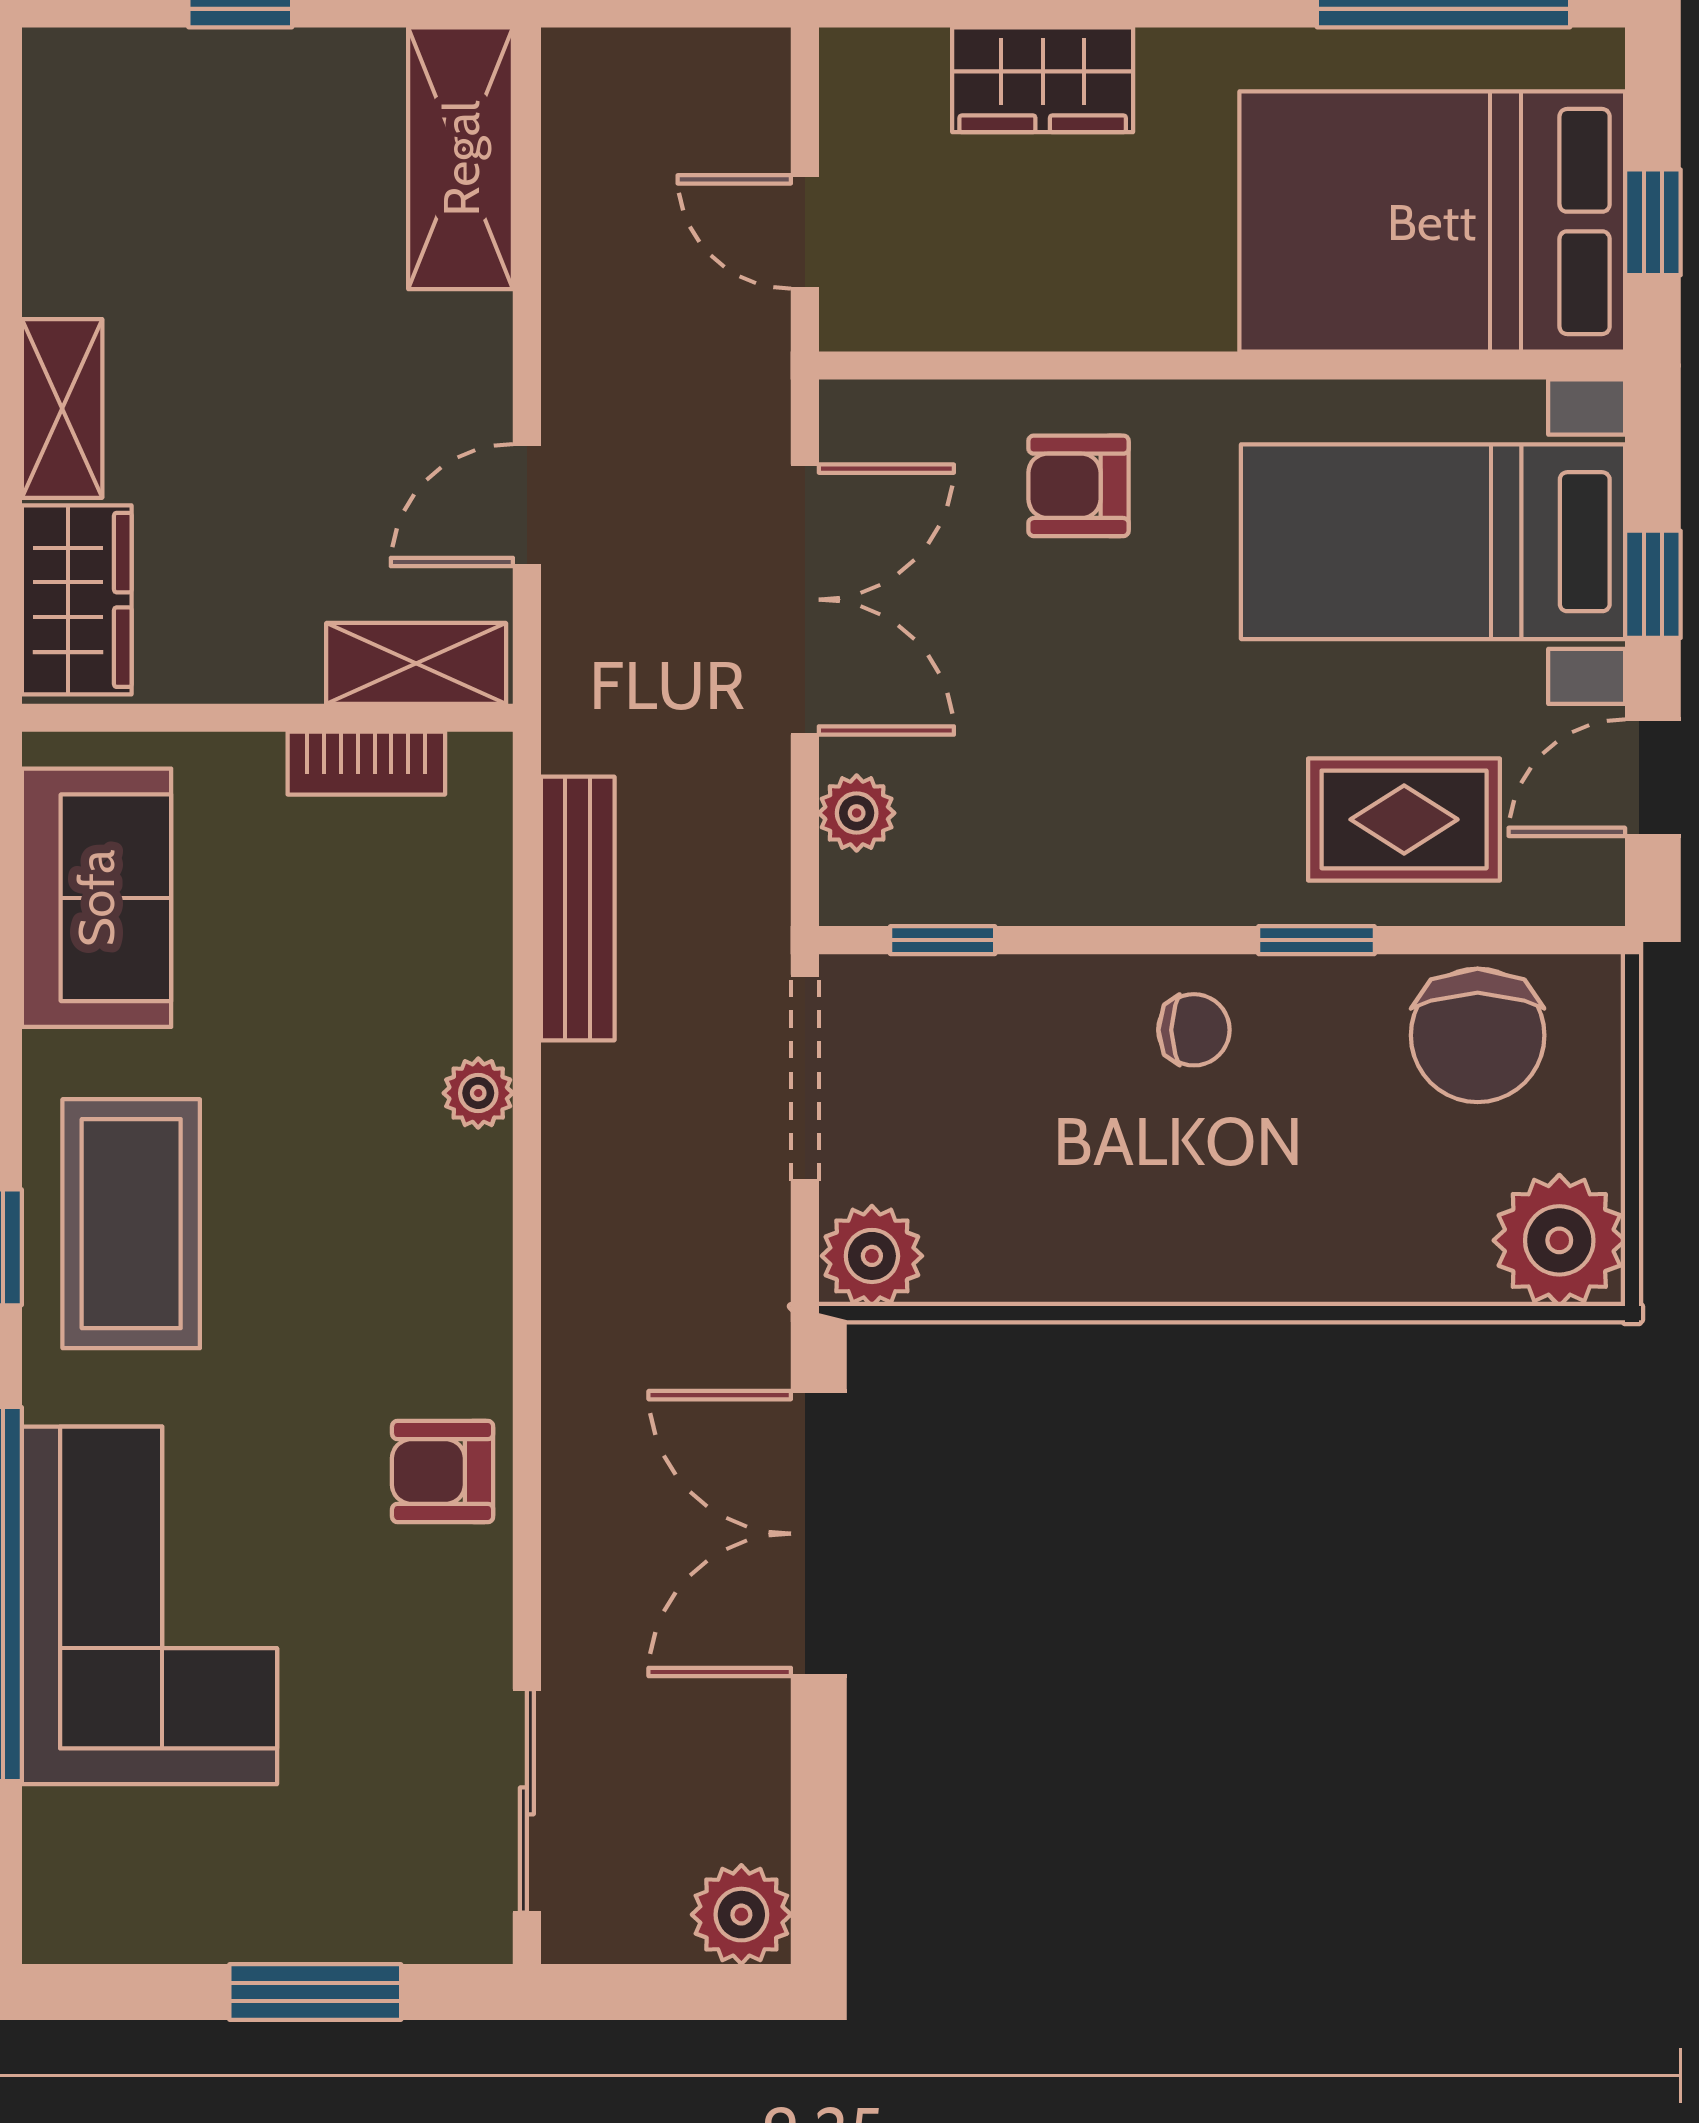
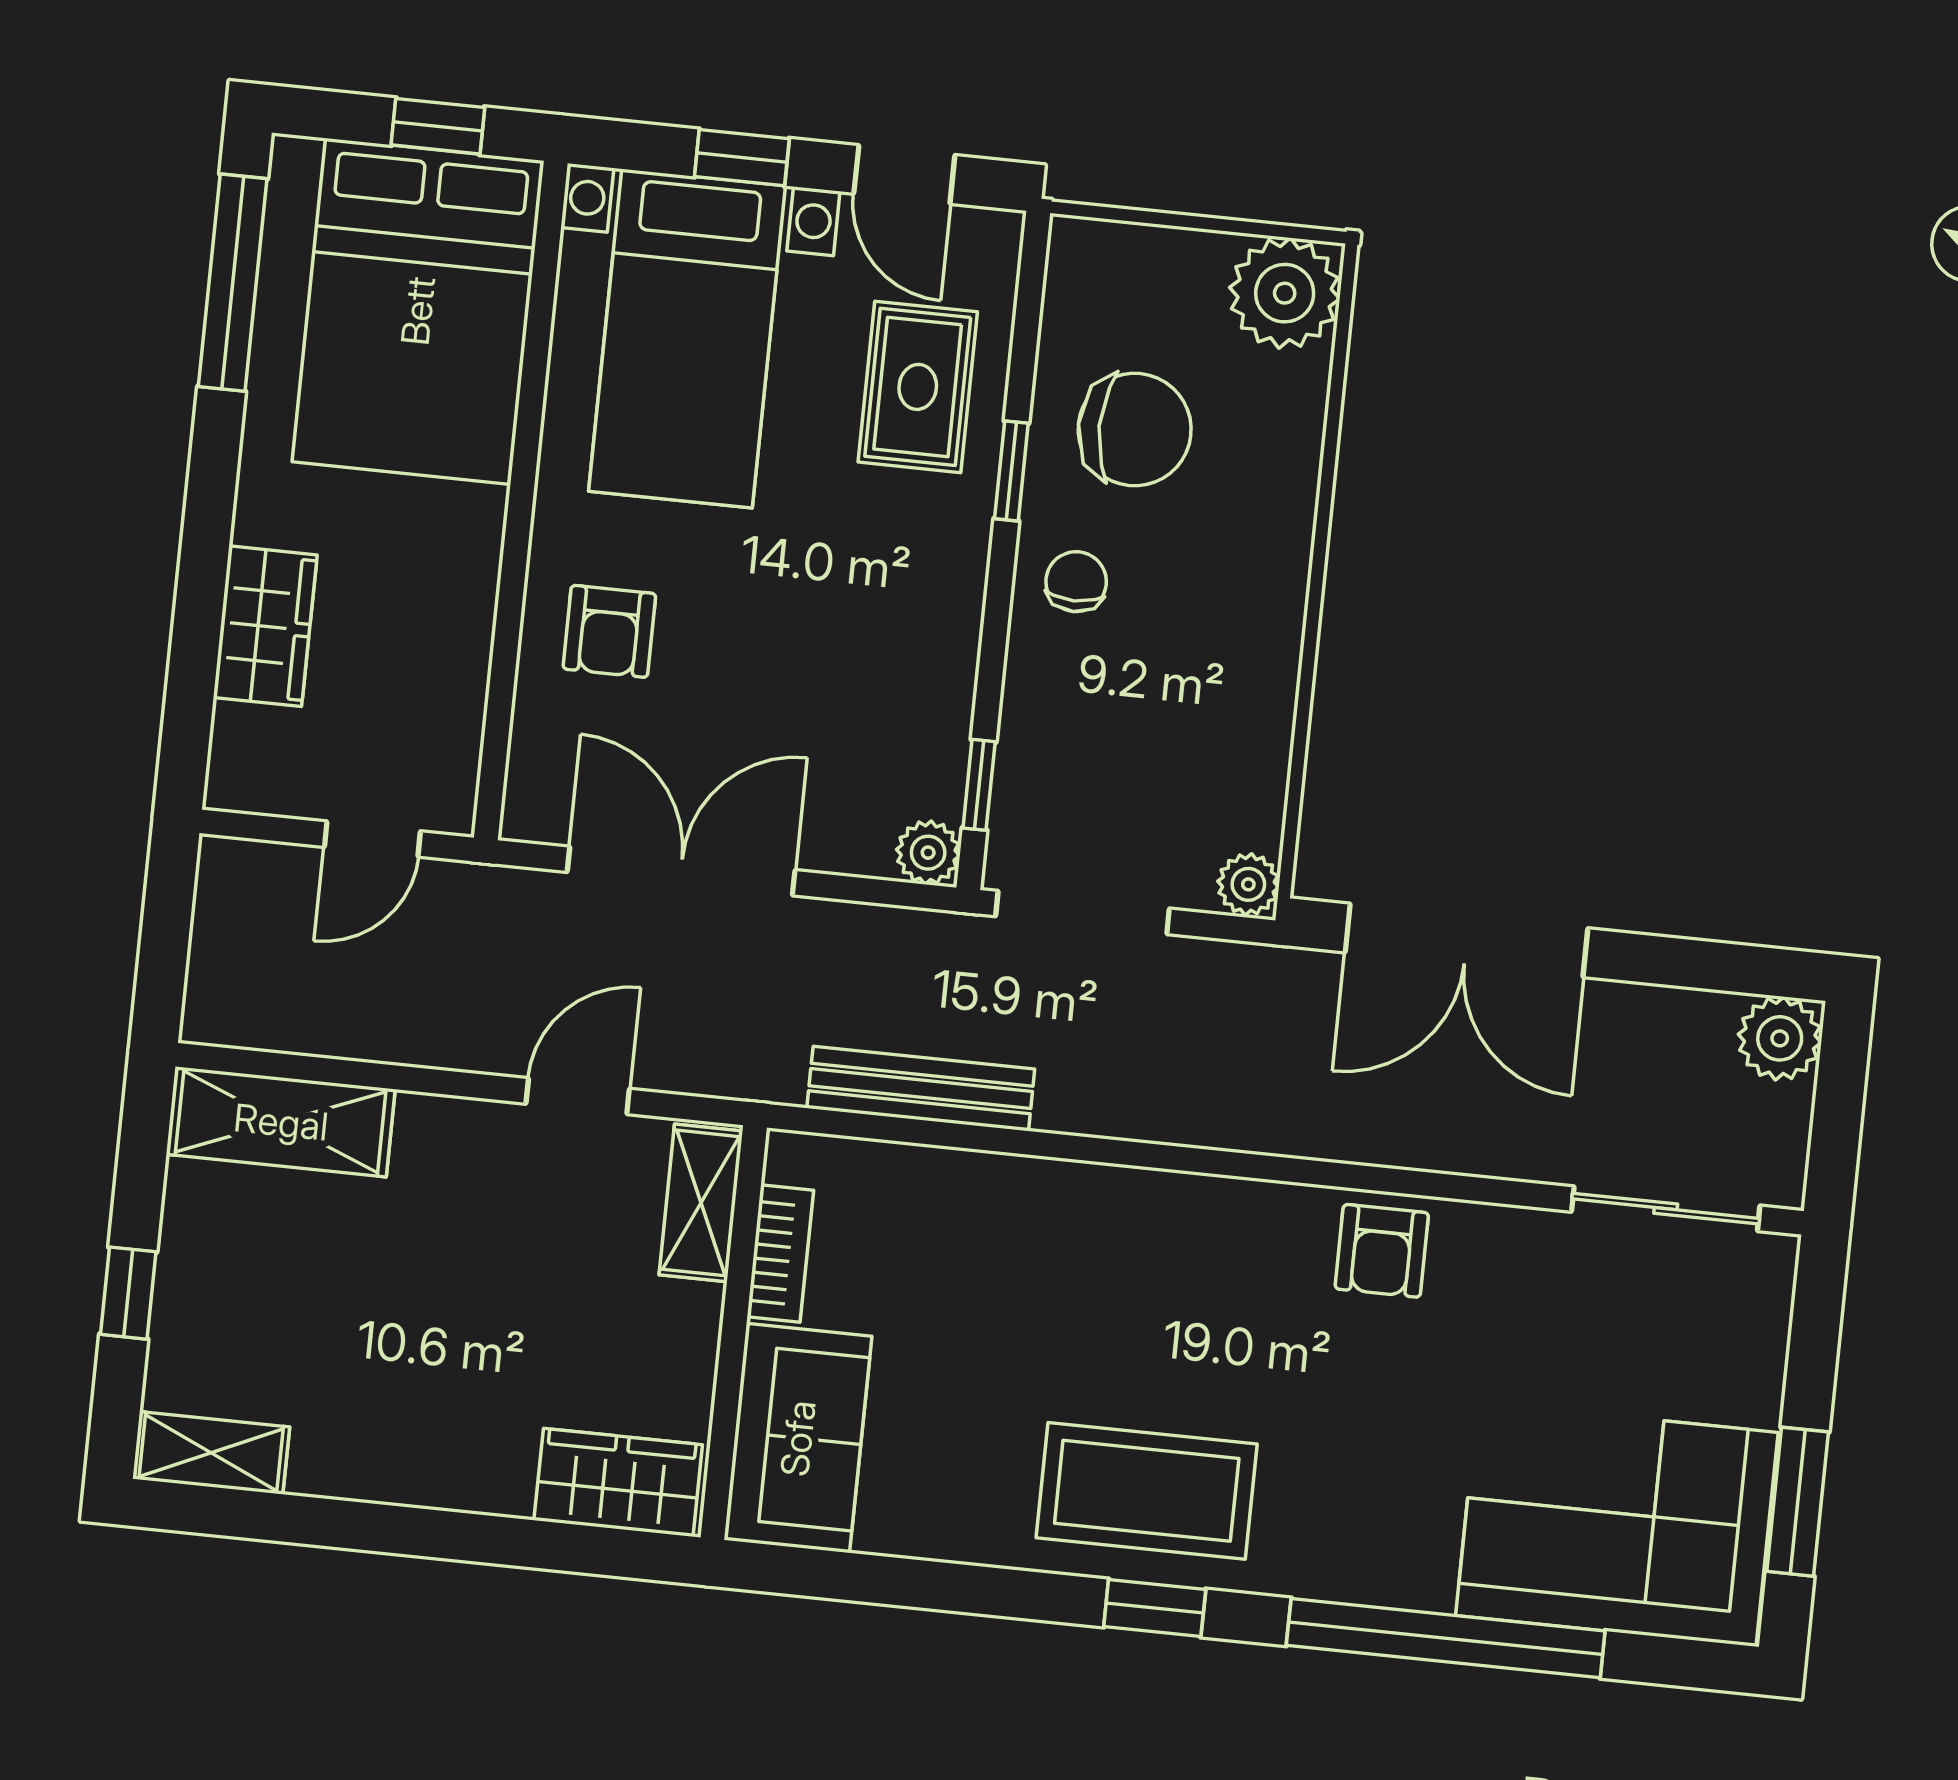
shelving: (62, 408) -> (211, 1453), moved
door: (527, 505) -> (578, 1096), swing flipped
plant: (857, 813) -> (928, 853), moved
sofa: (96, 898) -> (798, 1438), moved, turned 90
chair: (1478, 1035) -> (1135, 430), moved
plant: (478, 1093) -> (1067, 1188), removed
plant: (872, 1256) -> (1248, 884), width x0.73, depth x0.73
corner sofa: (149, 1605) -> (1617, 1524), moved
window: (315, 1992) -> (1798, 1502), moved

